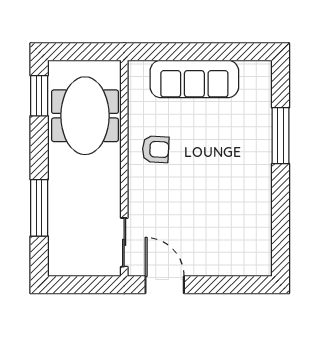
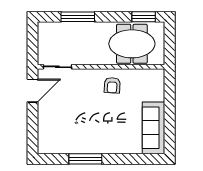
sofa: (194, 79) -> (154, 128), moved
window: (281, 136) -> (85, 159), moved

